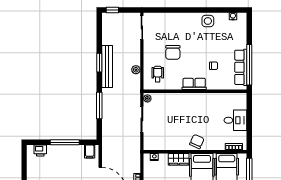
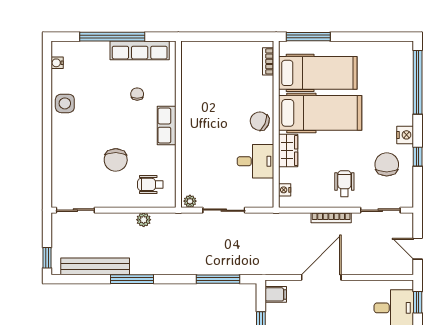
chair: (173, 52) -> (116, 160), turned 91
window: (99, 63) -> (132, 279), width x1.44
window: (249, 65) -> (112, 37), moved
bench: (107, 67) -> (95, 266), moved
window: (99, 106) -> (218, 279), moved
desk: (235, 120) -> (255, 161), moved, turned 90

